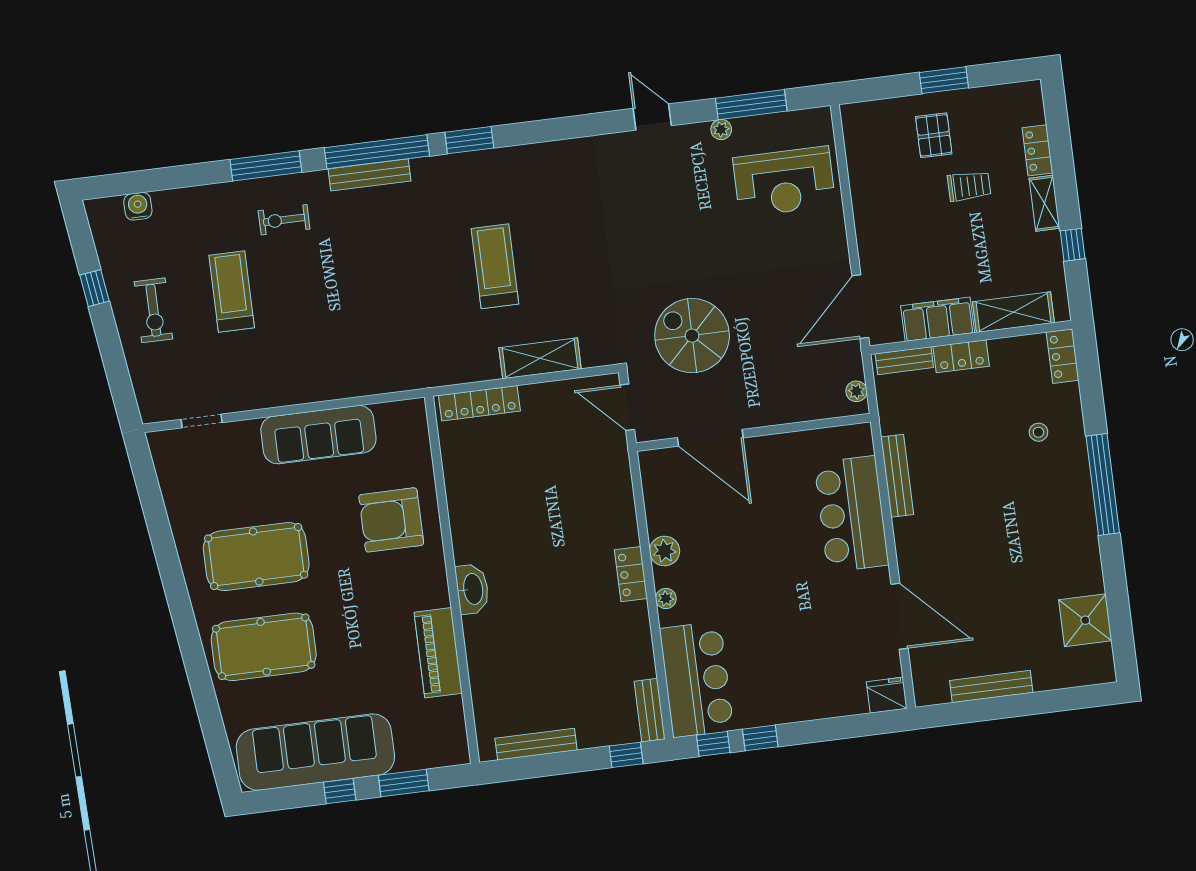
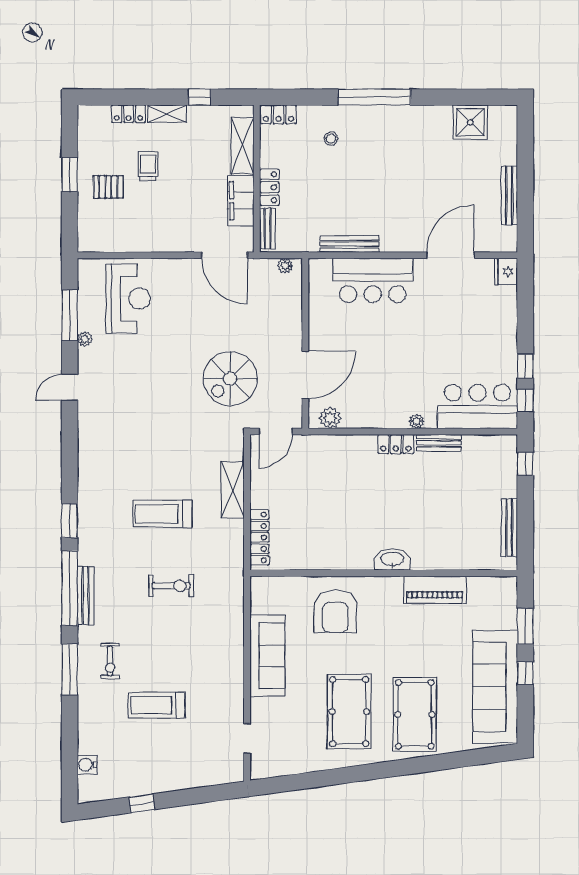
exercise bike: (153, 310) -> (171, 586), moved
plant: (665, 551) -> (330, 418), moved
bench: (650, 710) -> (439, 443), moved

